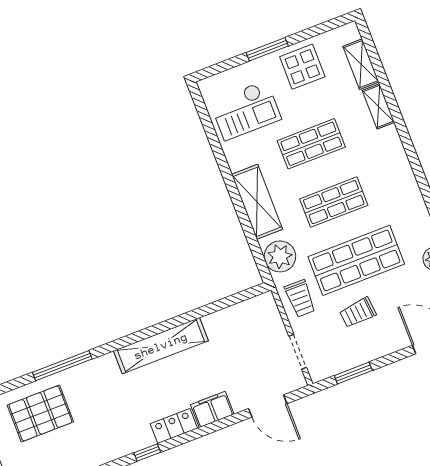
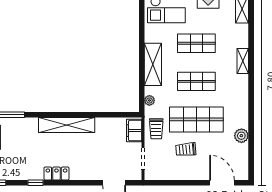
shelving: (378, 106) -> (243, 61), moved
plant: (280, 256) -> (149, 100), width x0.53, depth x0.53
window: (353, 373) -> (170, 183), removed
filing cabinet: (212, 409) -> (134, 131), moved, turned -90

